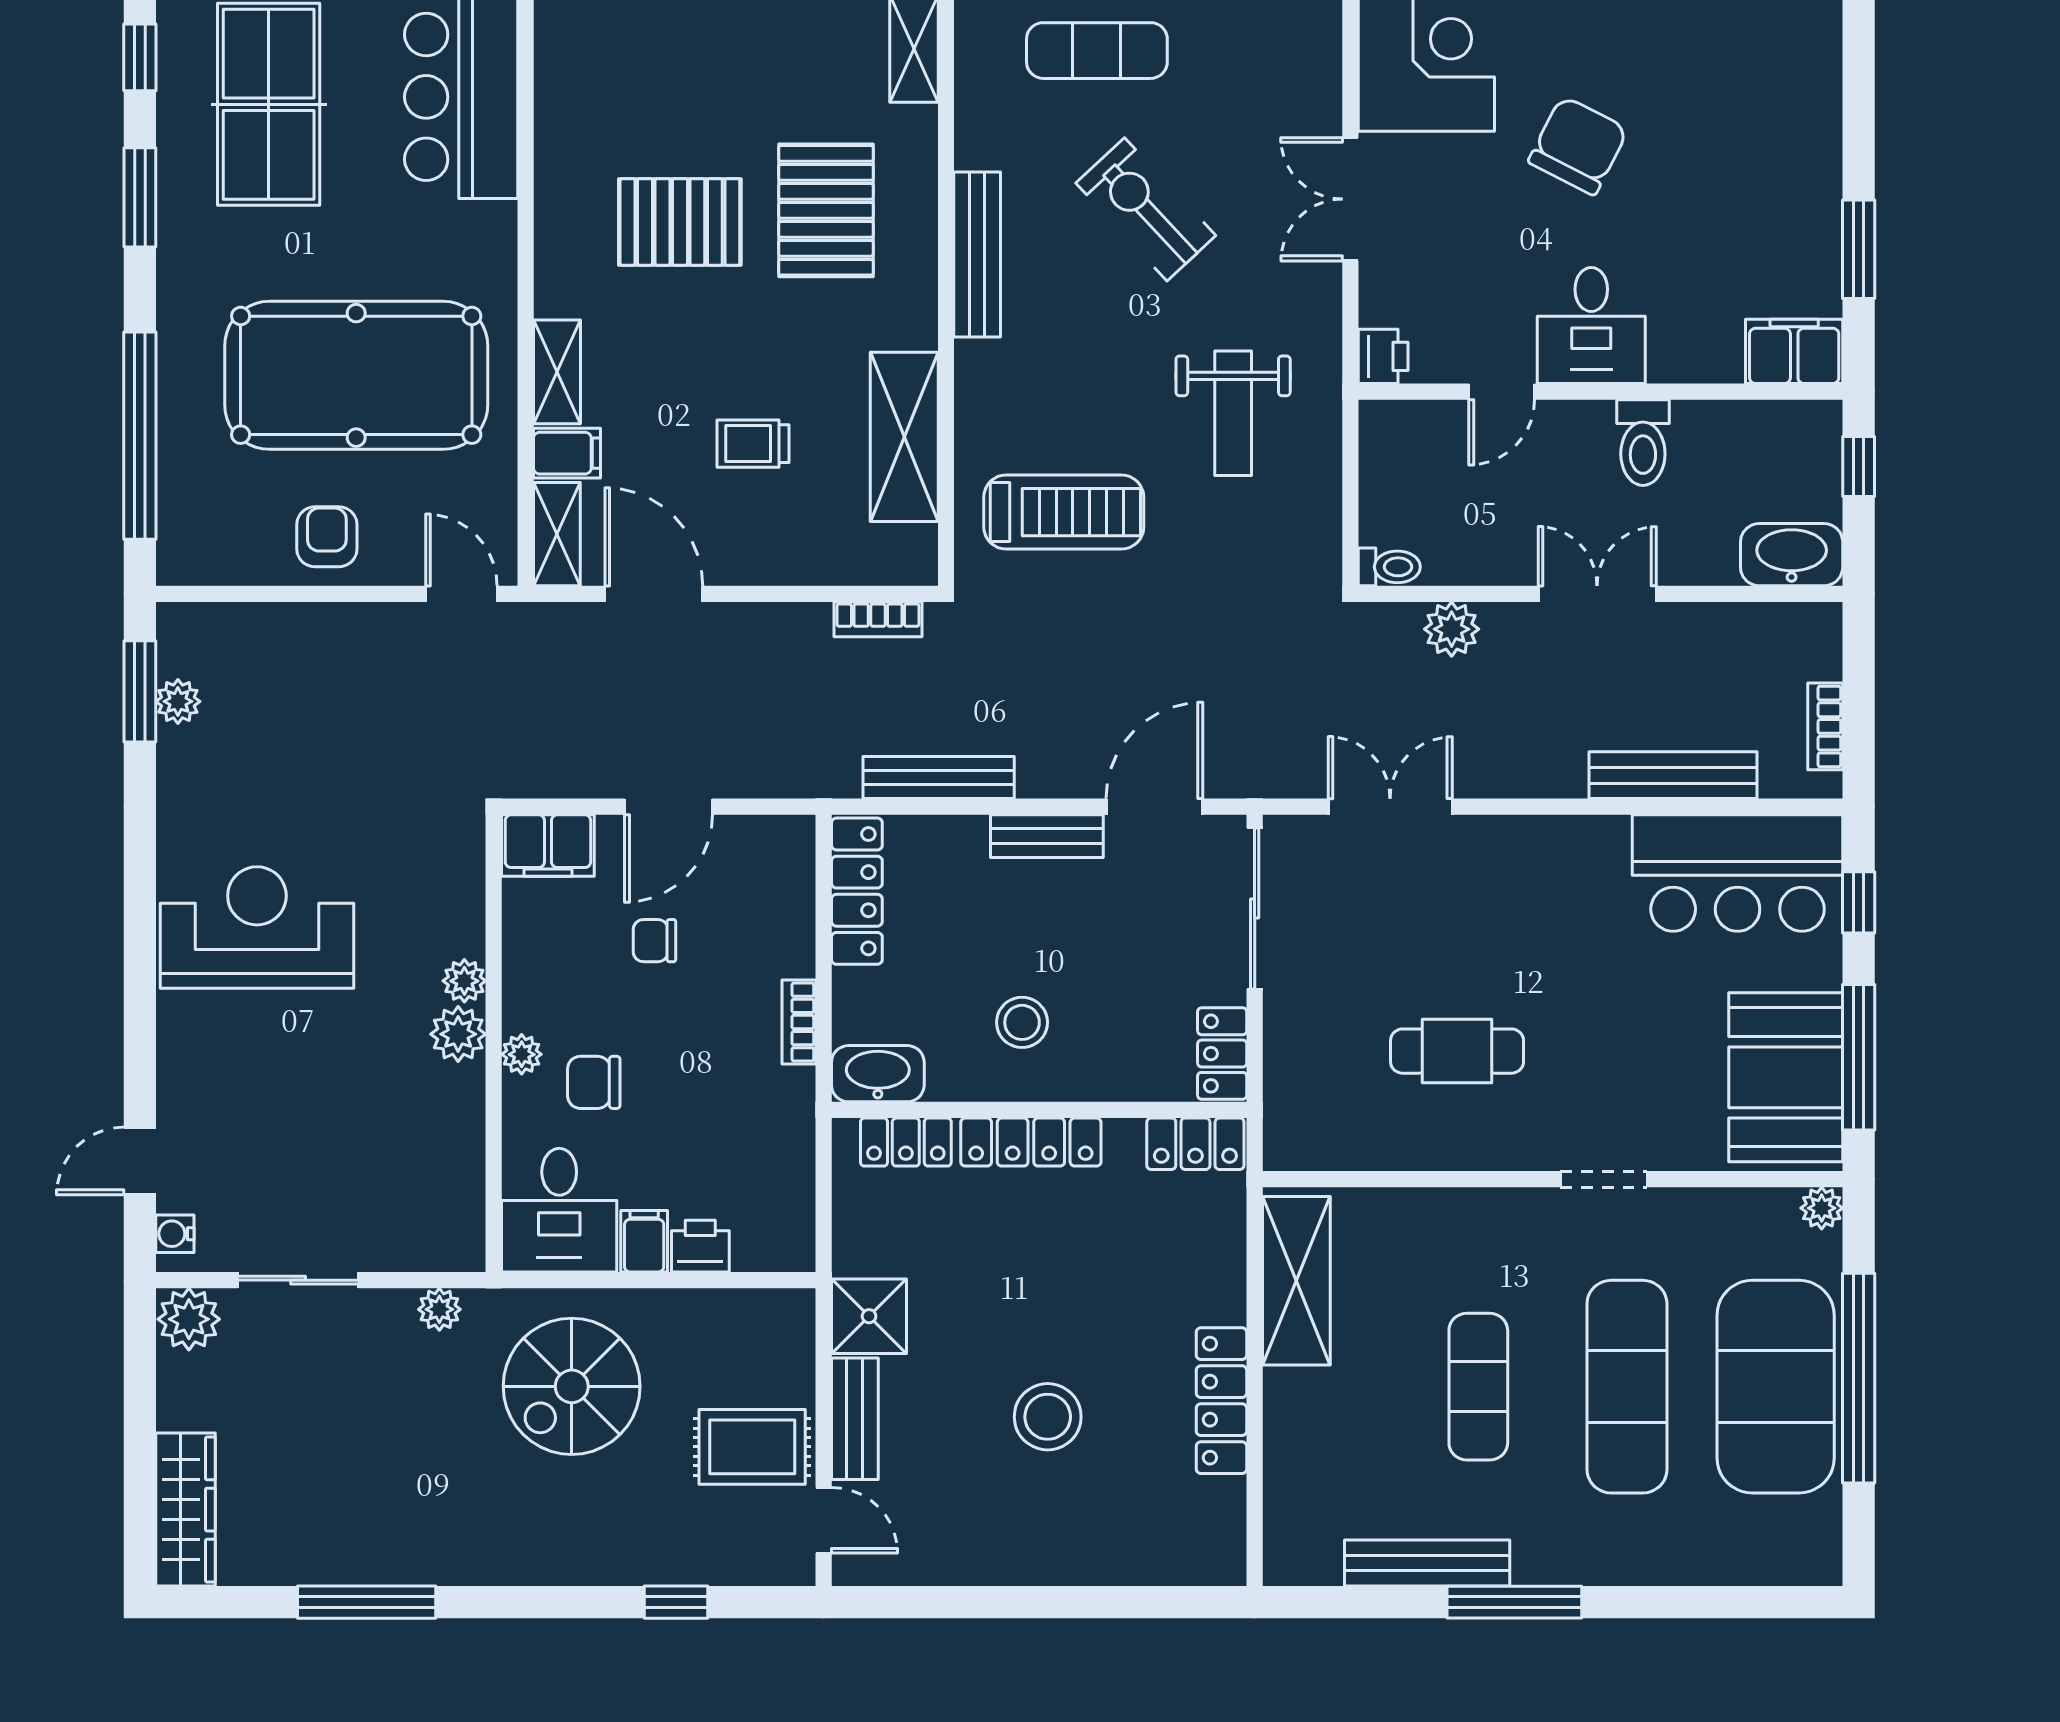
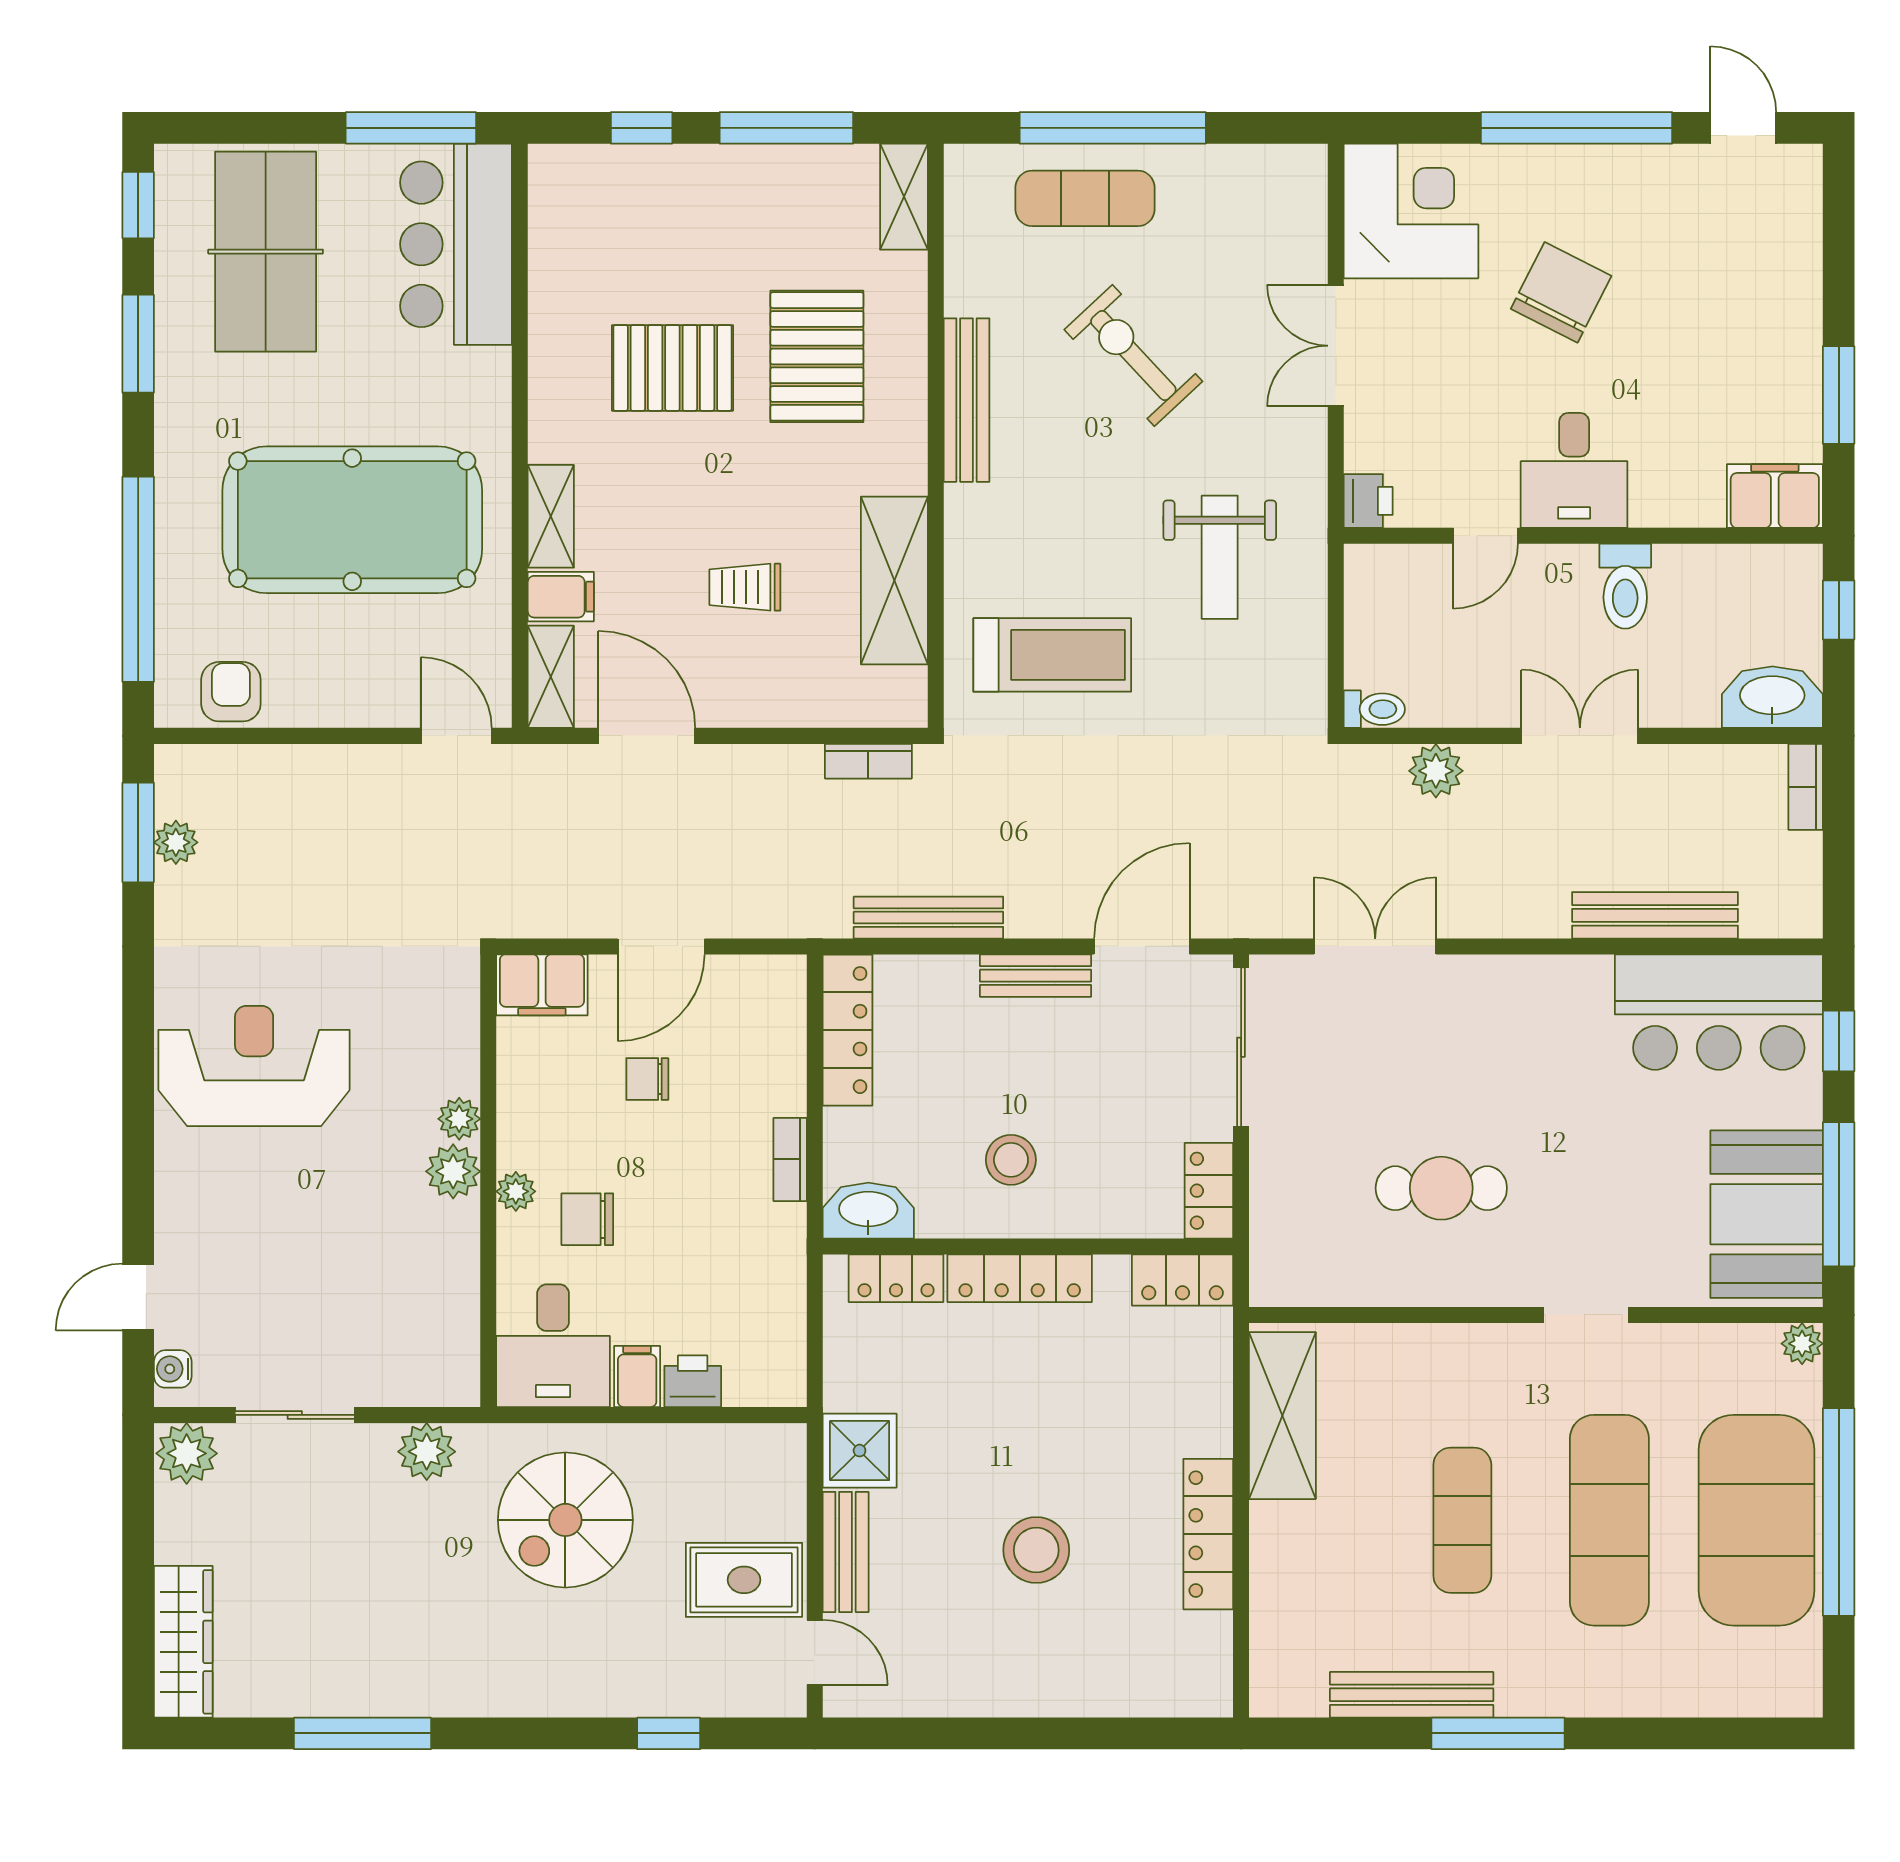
armchair: (327, 537) -> (231, 692), moved
bookcase: (1825, 726) -> (1806, 787), moved
plant: (439, 1309) -> (427, 1452), width x1.38, depth x1.38

